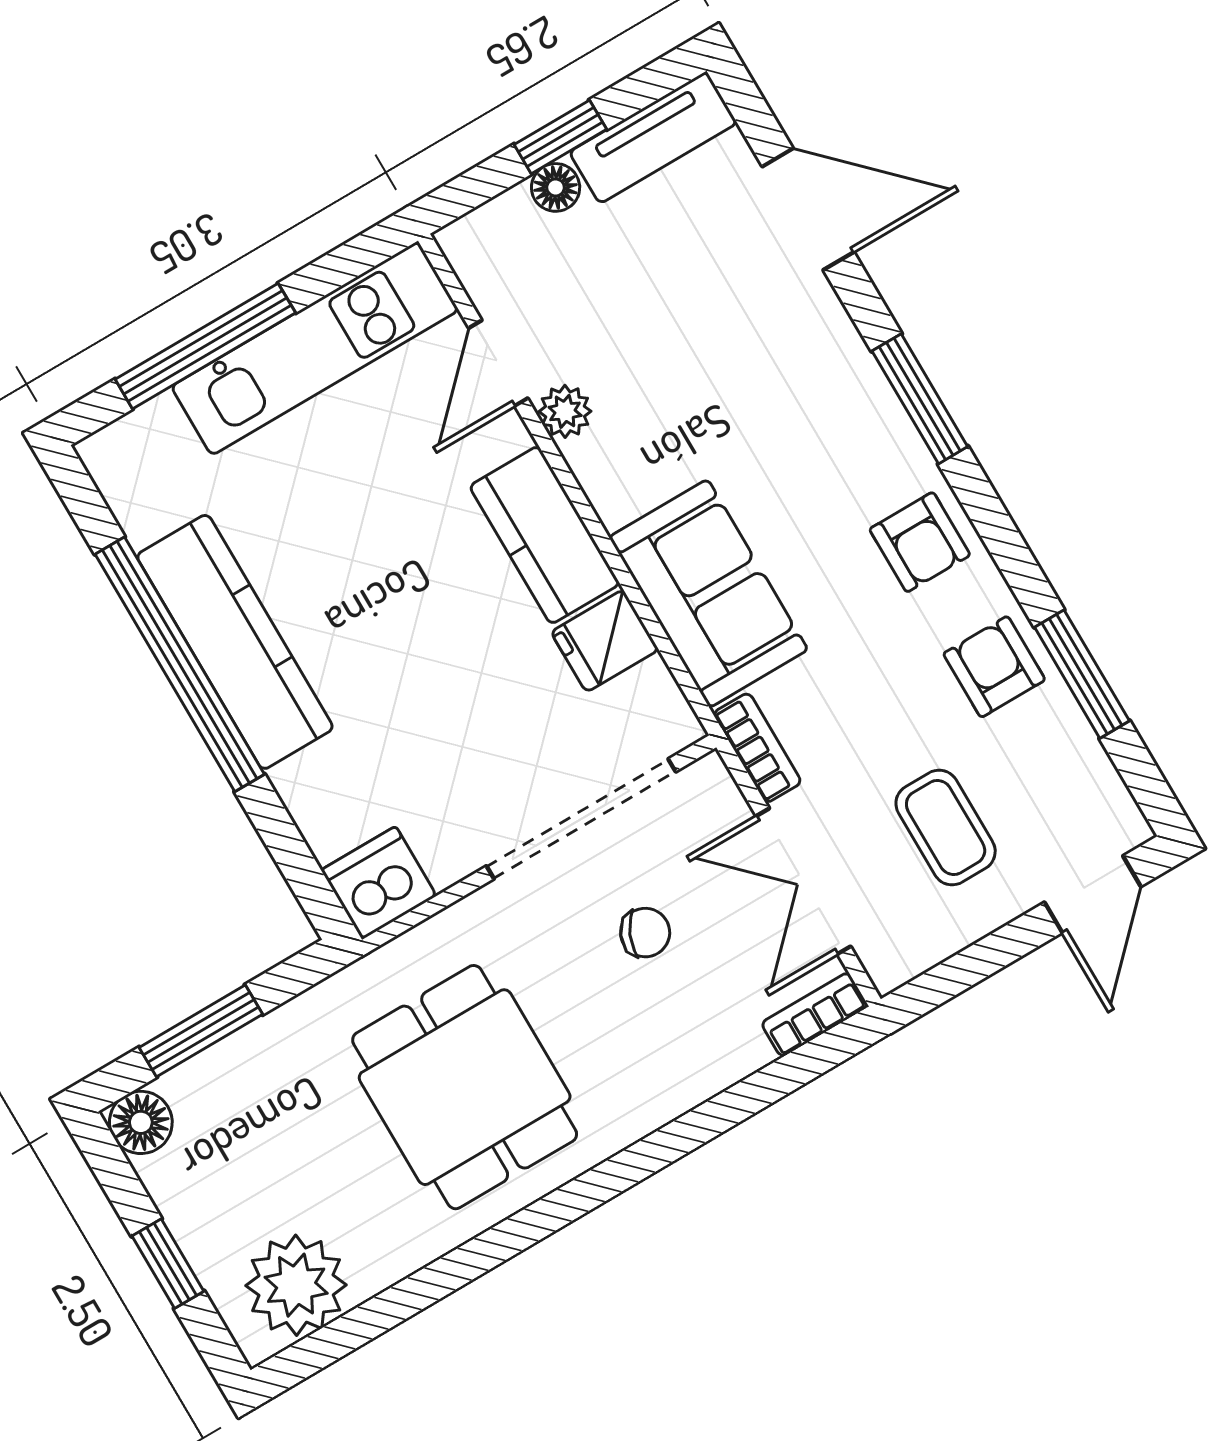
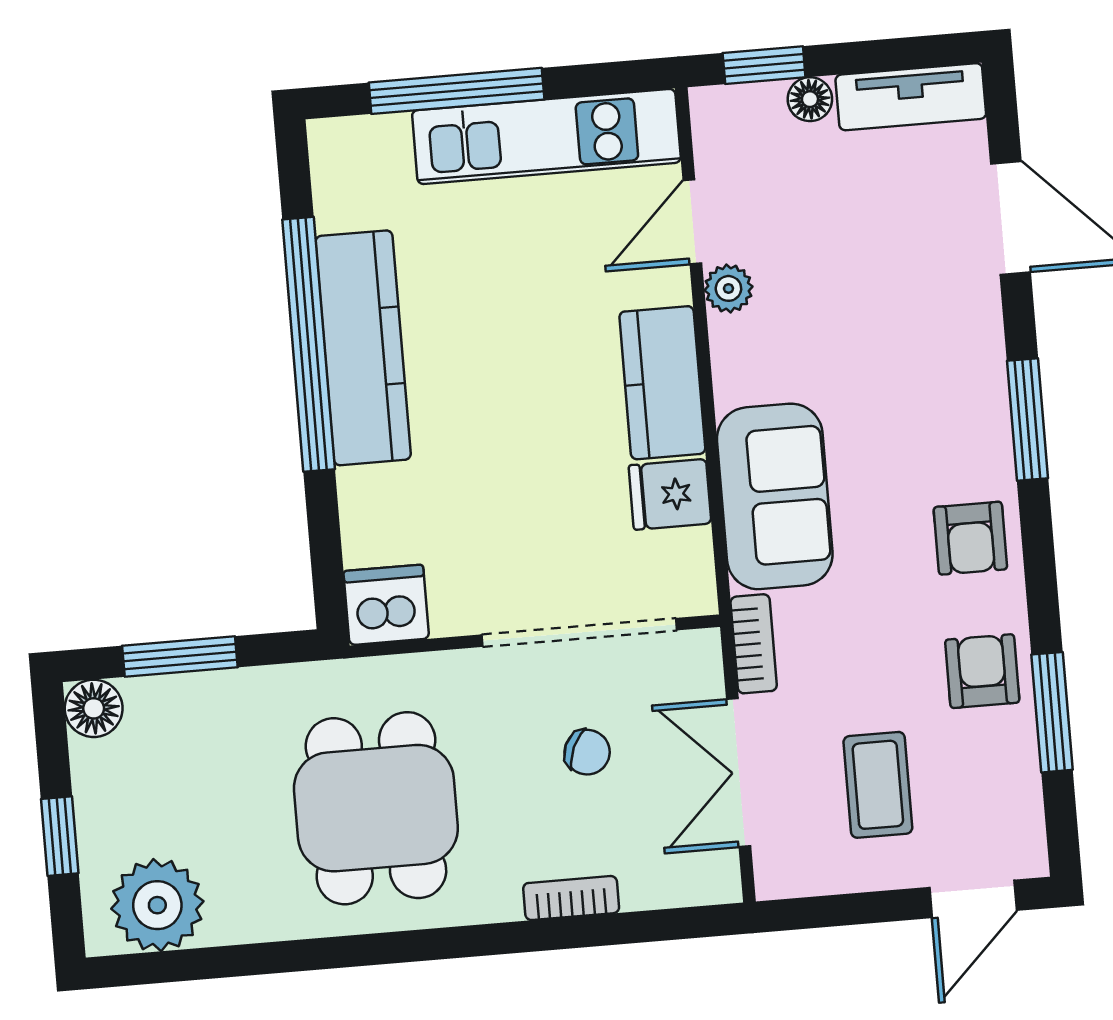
window: (560, 137) -> (764, 65), moved
bookcase: (815, 1015) -> (571, 898), moved

